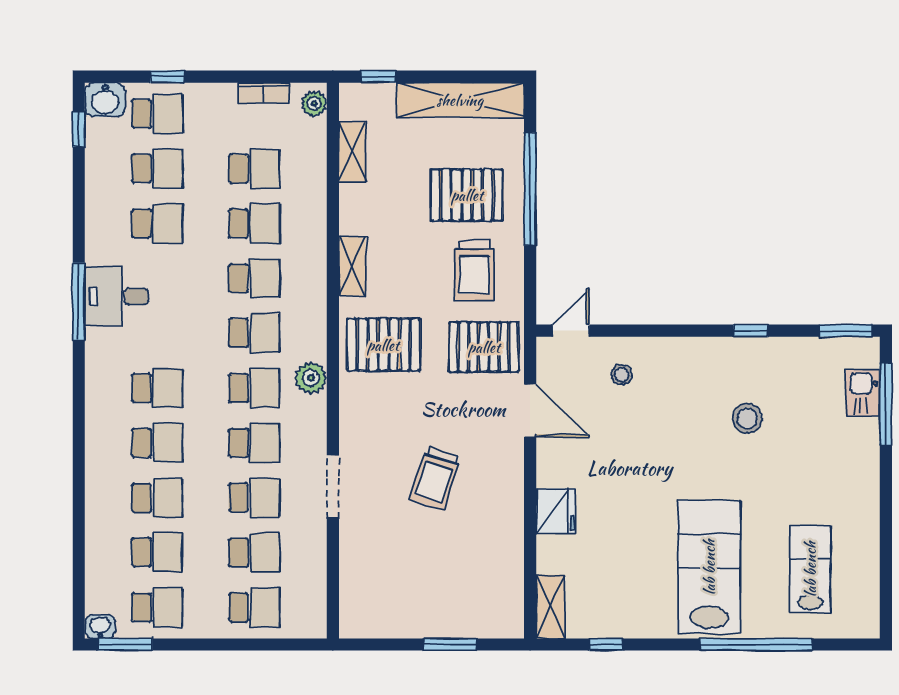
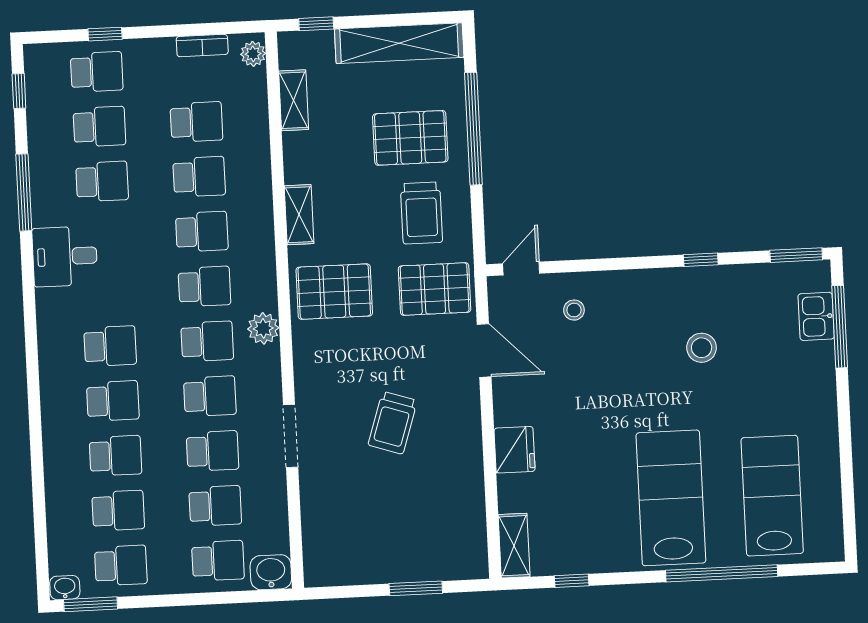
washbasin: (105, 100) -> (271, 572), moved, turned 180
window: (79, 301) -> (24, 192), moved
lab bench: (810, 569) -> (772, 496), width x1.36, depth x1.39

